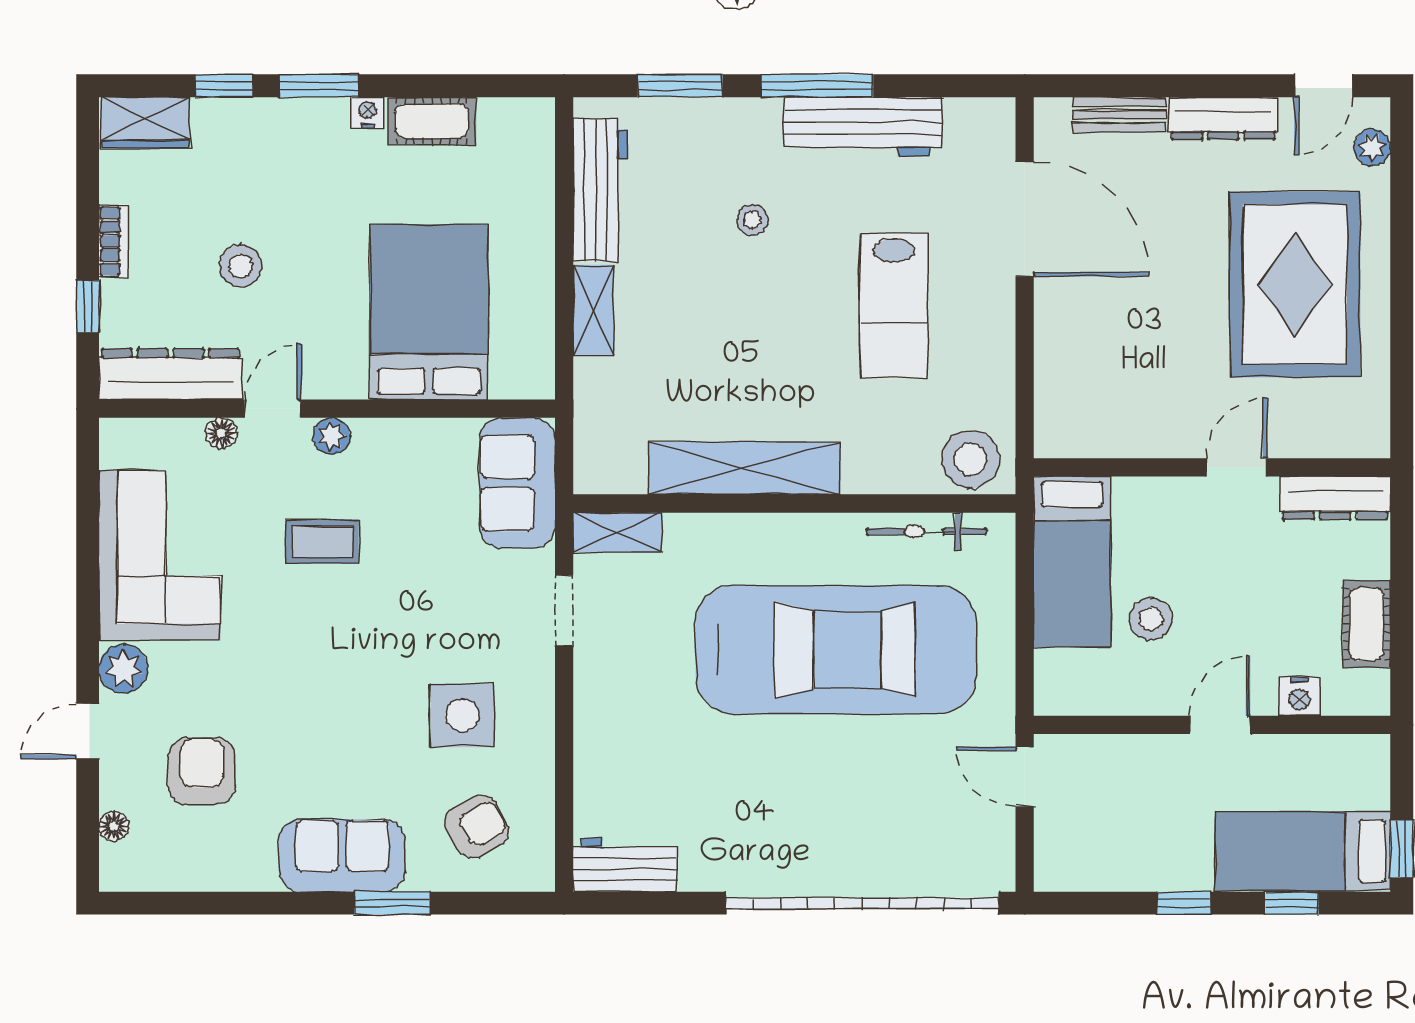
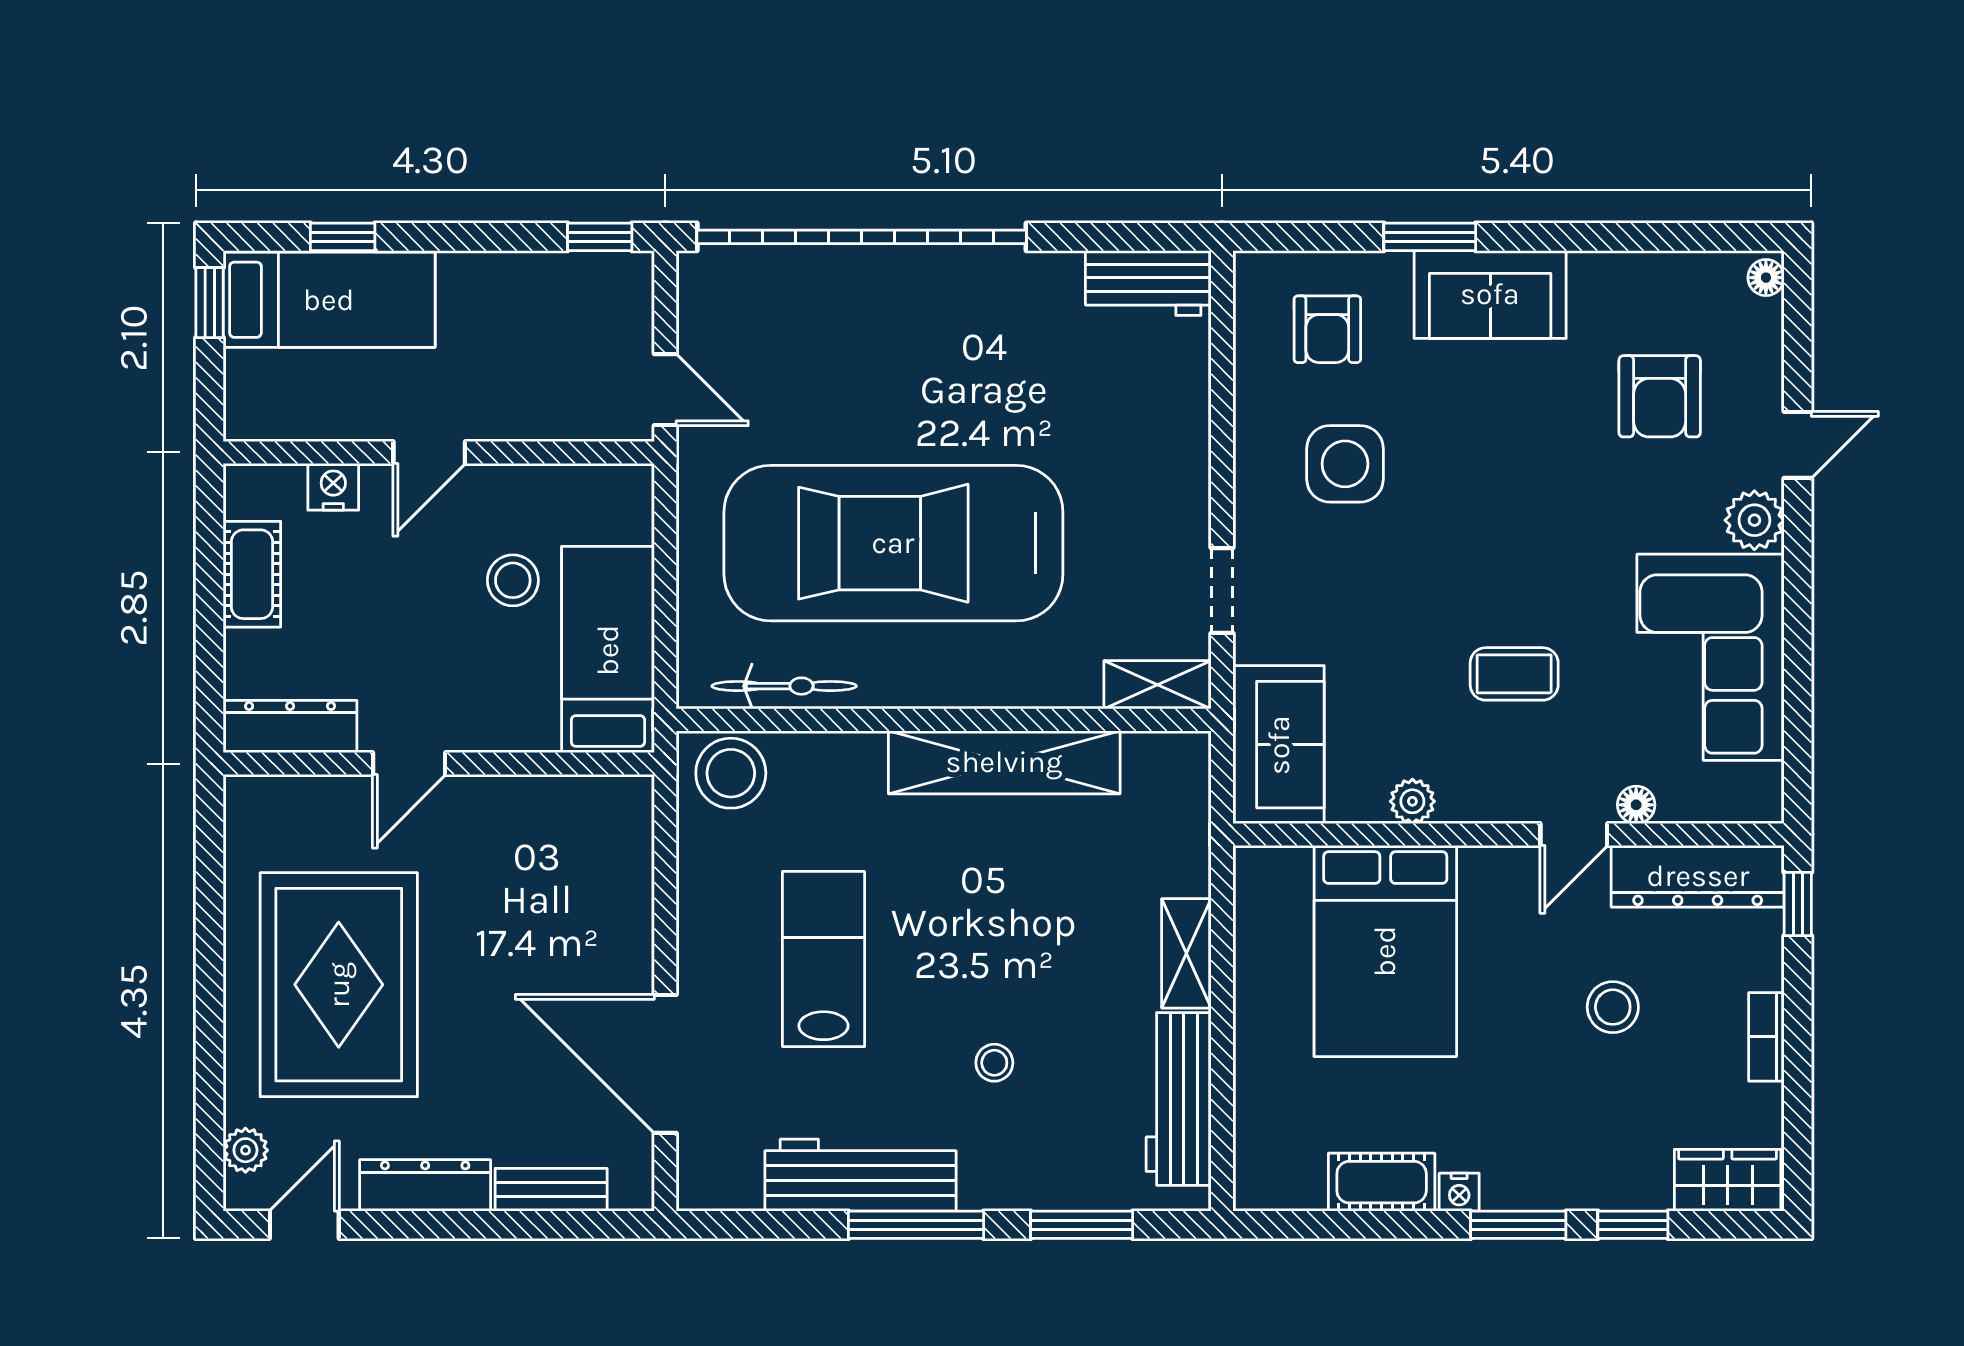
window: (88, 307) -> (1798, 904), moved
plant: (331, 436) -> (1412, 801), moved
floor lamp: (114, 826) -> (1766, 278), moved
armchair: (477, 827) -> (1327, 329), turned -61
window: (1184, 903) -> (600, 237), moved

